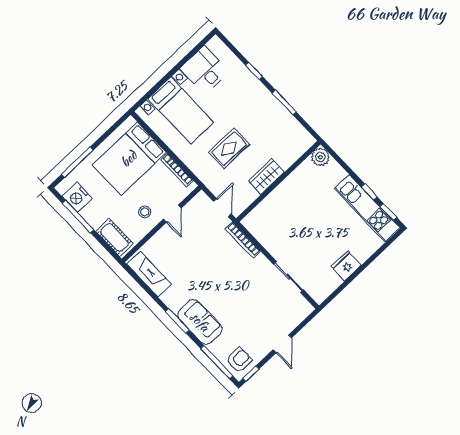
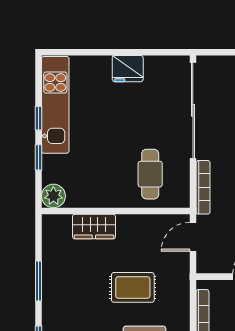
wardrobe: (266, 177) -> (94, 227), moved
window: (388, 212) -> (38, 157), moved
cafe table: (279, 220) -> (150, 174), added
sliding door: (289, 277) -> (193, 110), width x1.86

